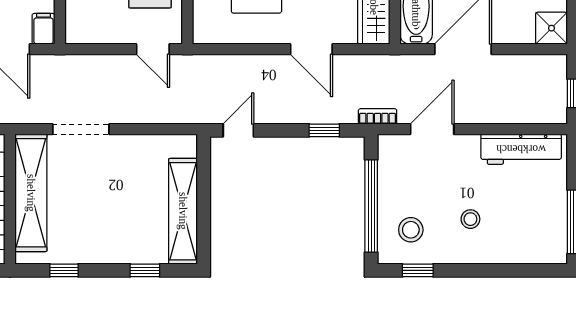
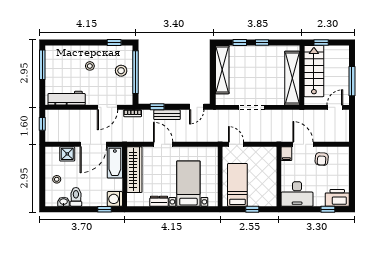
shower: (551, 28) -> (67, 154), moved
bench: (303, 113) -> (167, 115), added
doorway: (81, 129) -> (252, 107), moved
stool: (411, 230) -> (121, 71), moved
window: (64, 270) -> (262, 42), moved

